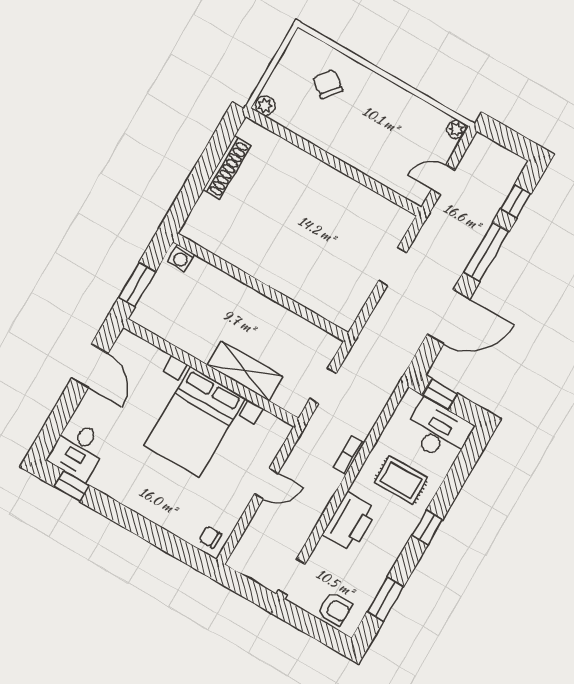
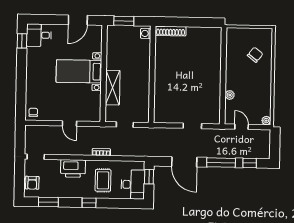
plant: (265, 106) -> (230, 95), moved
shoe rack: (227, 168) -> (171, 31), moved
bed with nightstands: (195, 422) -> (79, 71), width x0.73

